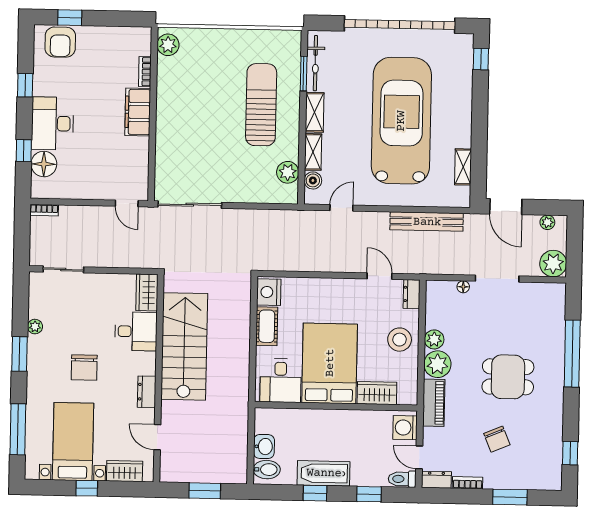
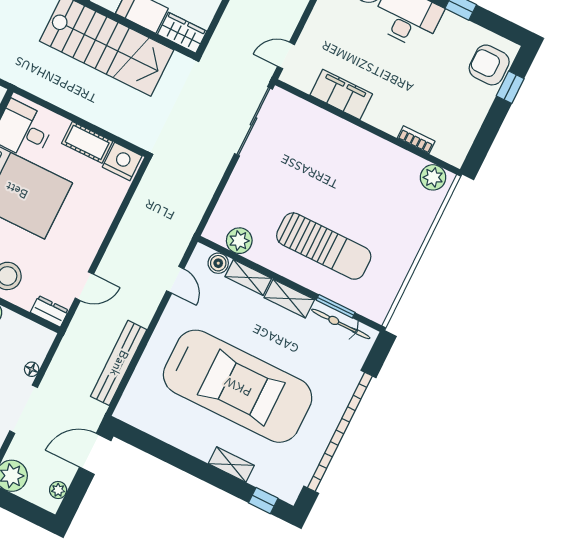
filing cabinet: (138, 112) -> (341, 95), moved
shelving: (463, 167) -> (231, 465), moved

